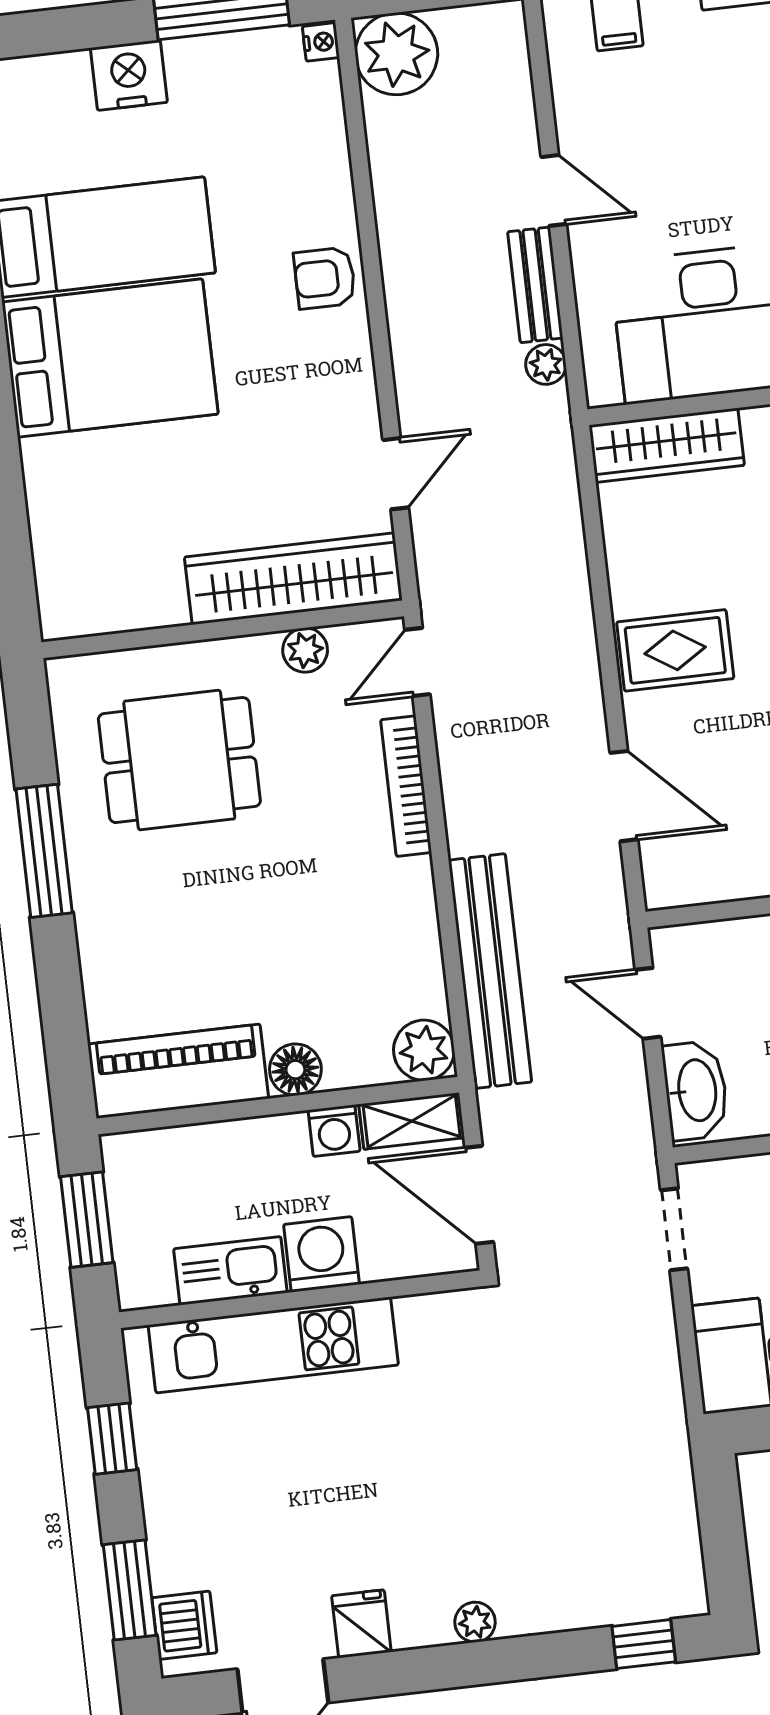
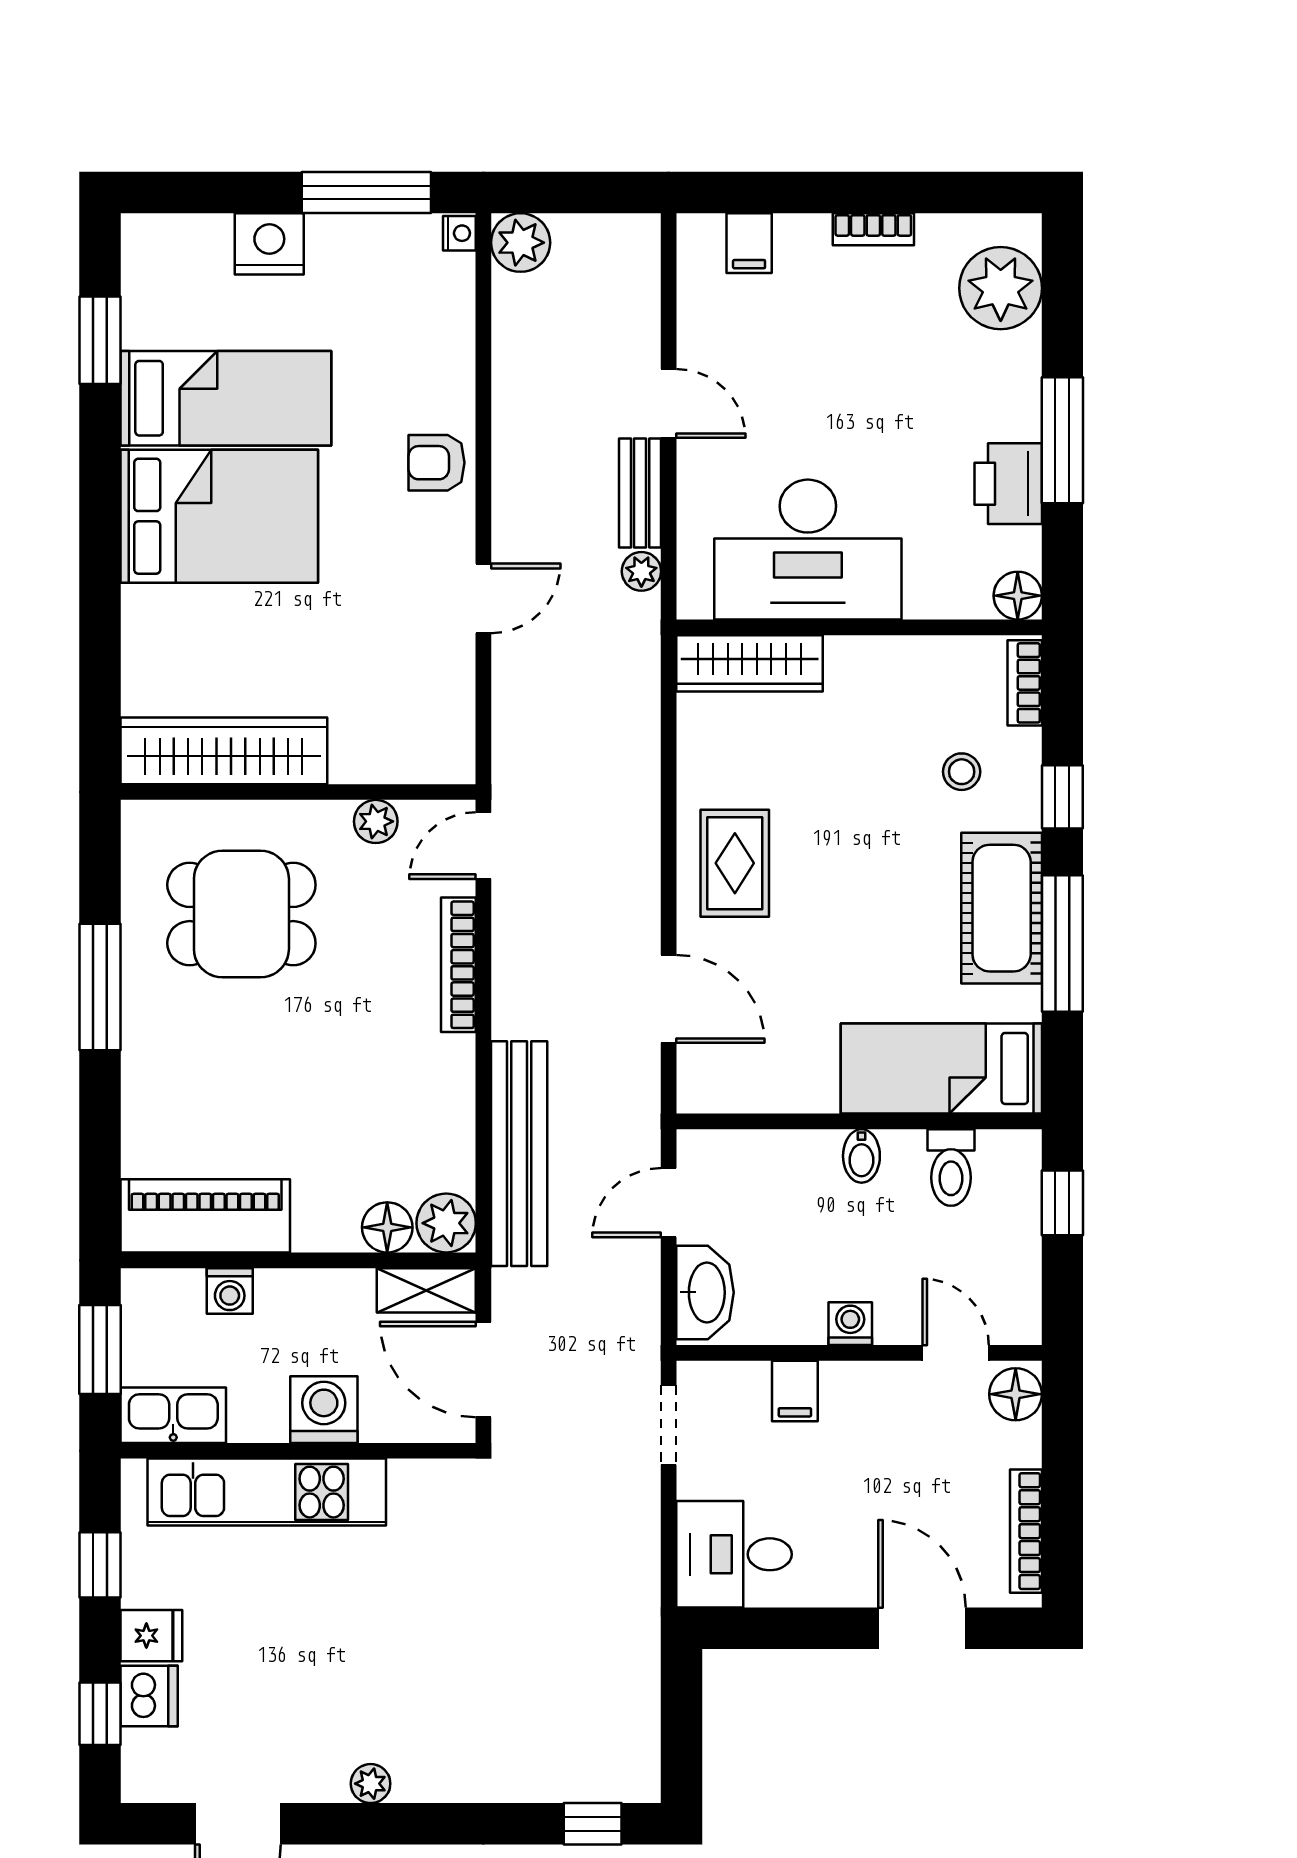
plant: (396, 54) -> (521, 243), width x0.73, depth x0.73
door: (396, 474) -> (483, 598), moved
wardrobe: (293, 579) -> (224, 751), moved
rug: (675, 650) -> (735, 863), turned 90
door: (648, 1003) -> (669, 1203), hinge flipped
floor lamp: (295, 1070) -> (387, 1227), moved
washing machine: (334, 1131) -> (230, 1291), moved
kitchen sink: (230, 1271) -> (173, 1415), moved
window: (130, 1590) -> (100, 1714), width x0.67
plant: (475, 1622) -> (371, 1784), moved
fridge: (361, 1624) -> (151, 1636), moved, turned 90
dishwasher: (184, 1625) -> (149, 1696), moved

